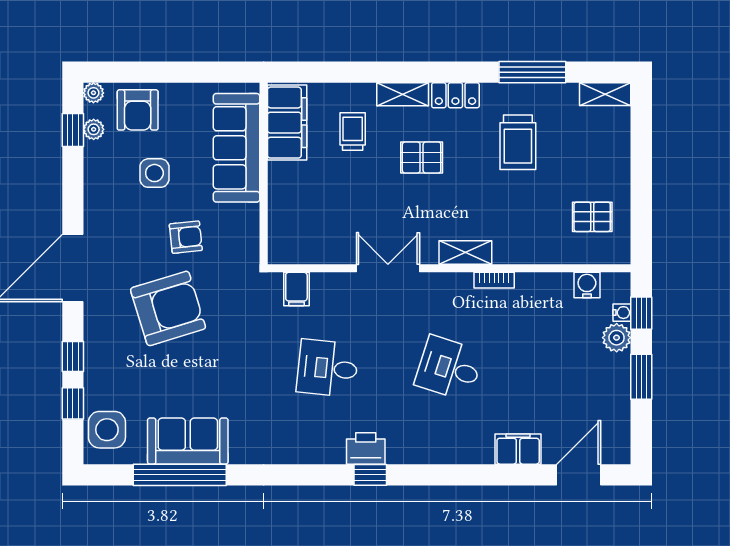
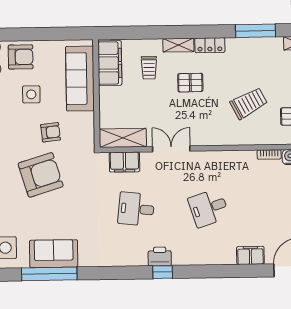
armchair: (138, 110) -> (21, 57), turned -90
trolley: (353, 131) -> (149, 68), turned 180
trolley: (518, 142) -> (249, 103), moved, turned -118
shelving: (465, 252) -> (123, 138), moved, width x1.50, depth x1.33
bookcase: (494, 280) -> (269, 154), moved
filing cabinet: (296, 289) -> (124, 162), width x2.00
desk: (449, 368) -> (209, 208), turned -36

